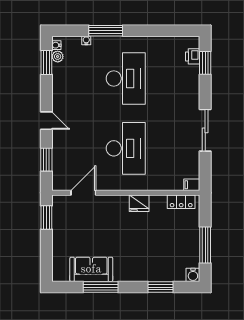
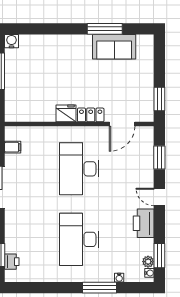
printer: (62, 94) -> (144, 223), added
filing cabinet: (192, 185) -> (13, 147), moved
locker: (181, 202) -> (91, 115), moved
window: (160, 287) -> (44, 29), removed

